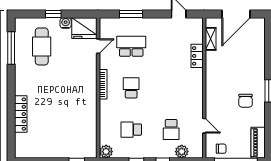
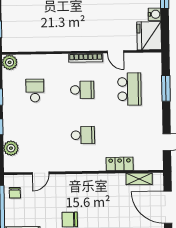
door: (98, 46) -> (115, 52), moved
school desk: (171, 130) -> (83, 135), moved, turned 180

